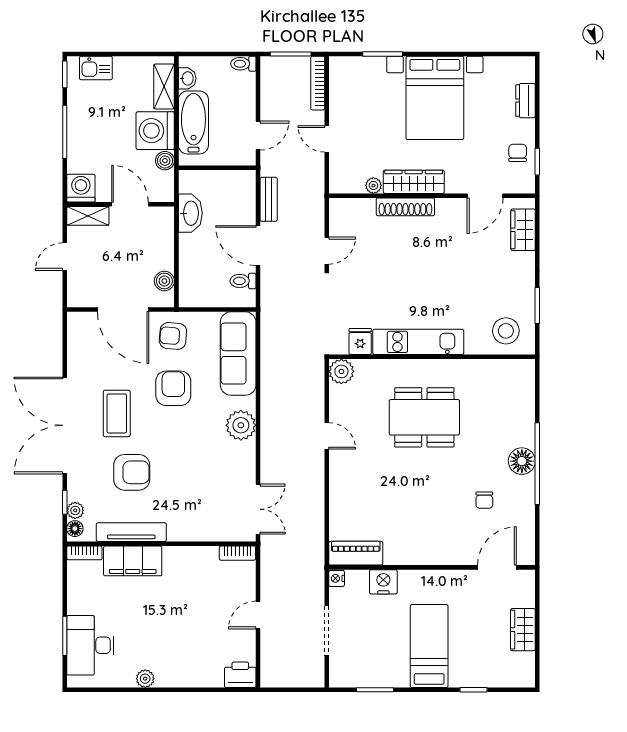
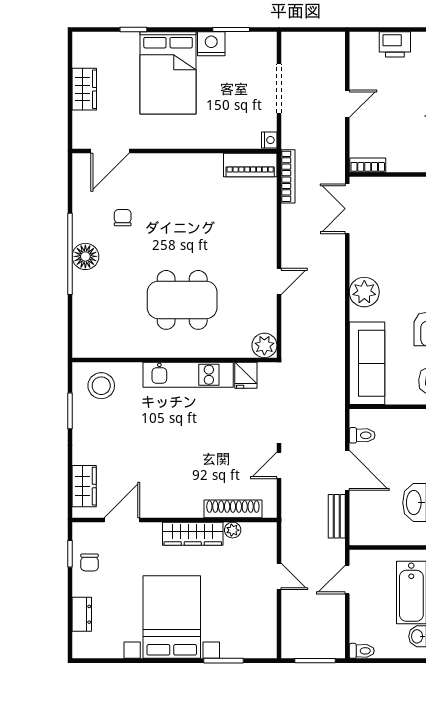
bookcase: (318, 83) -> (288, 176), moved
shoe rack: (405, 207) -> (233, 509), moved
door: (327, 436) -> (279, 281), swing flipped
nightstand: (383, 582) -> (211, 44), moved, turned 180
bed: (429, 646) -> (168, 73), width x1.50
printer: (240, 675) -> (395, 44), moved

